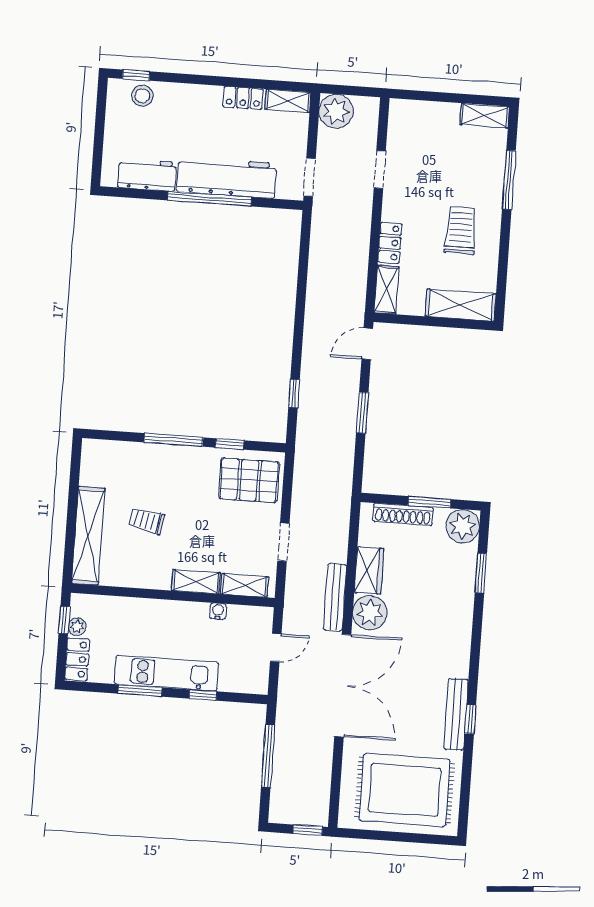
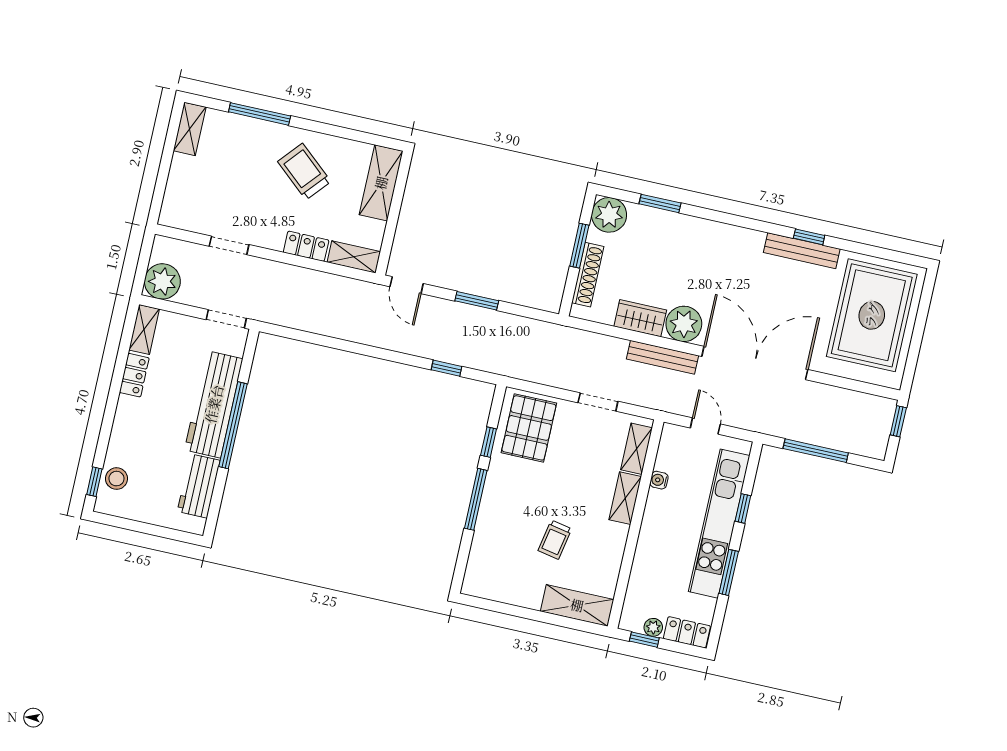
trolley: (461, 230) -> (304, 172), turned 41
shelving: (88, 536) -> (577, 605), width x0.68
kitchen unit: (166, 673) -> (719, 524), width x1.36

